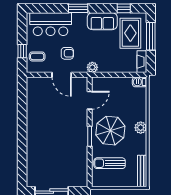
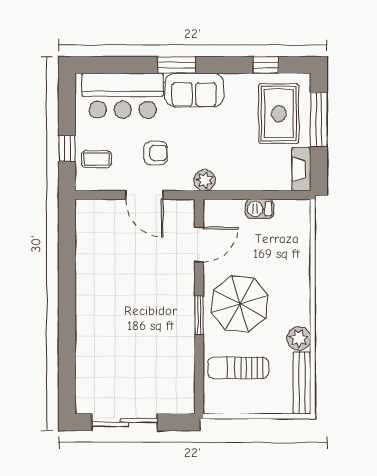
sofa: (102, 21) -> (194, 90), moved
barbecue: (140, 82) -> (260, 209), moved
plant: (141, 128) -> (299, 338), moved

